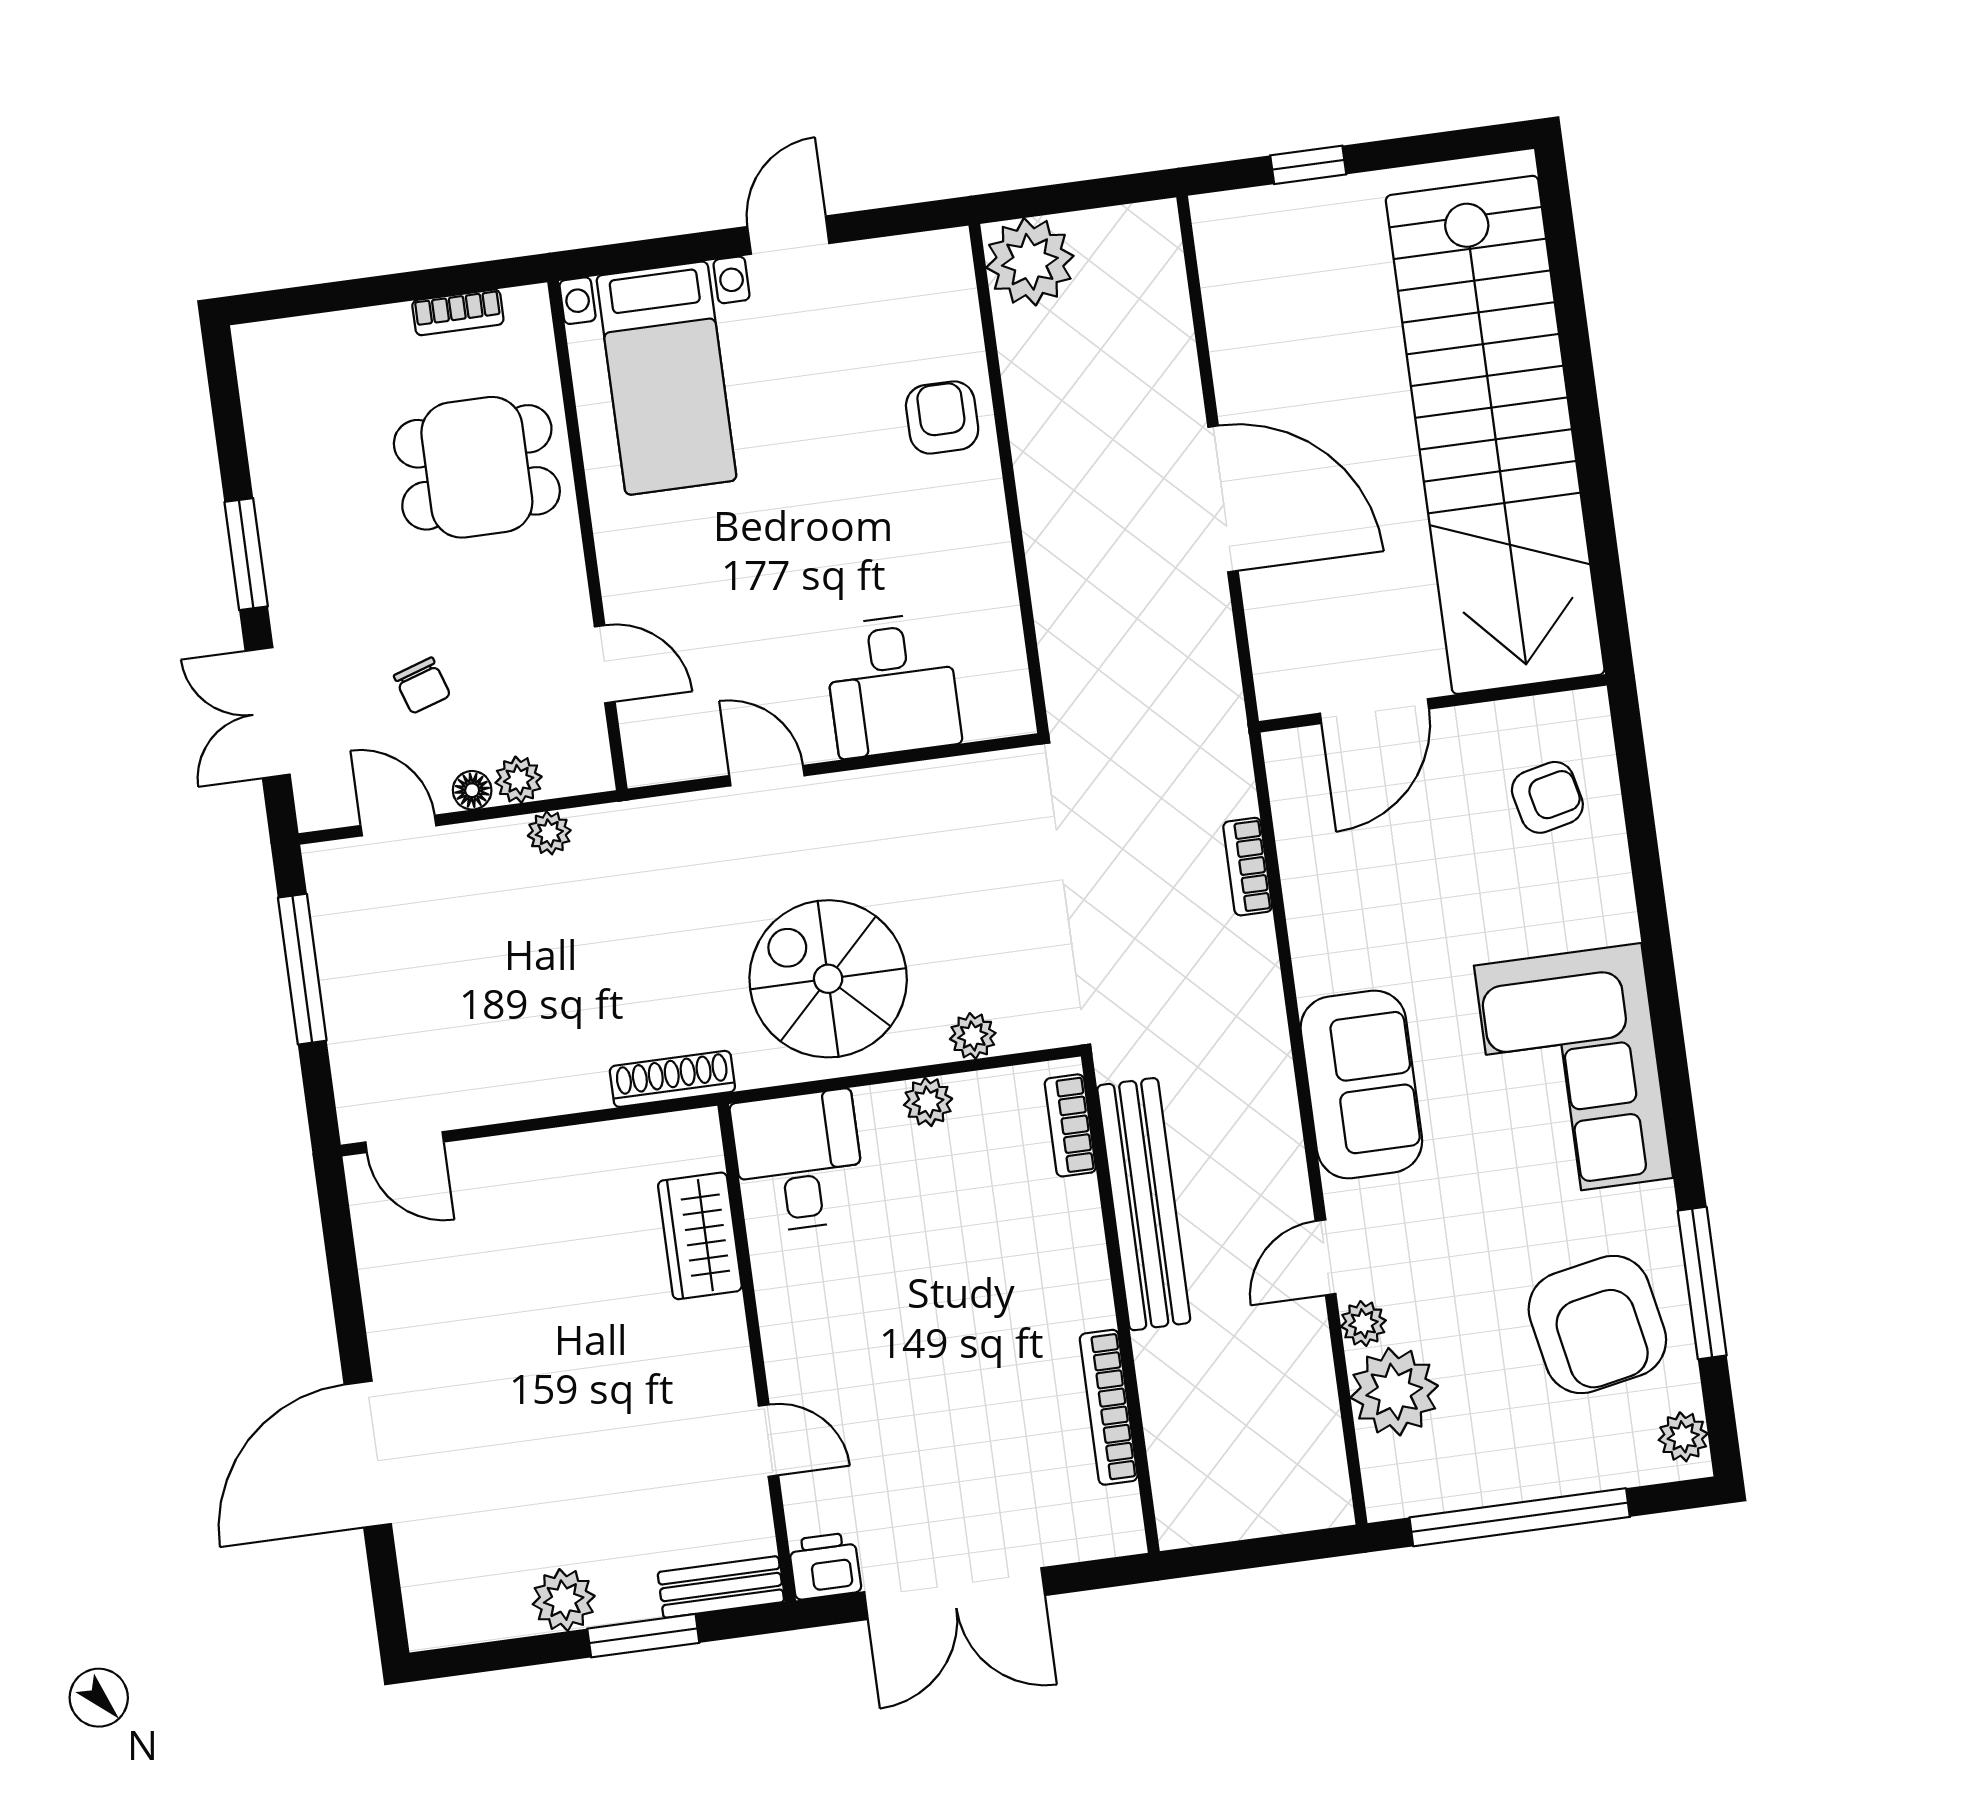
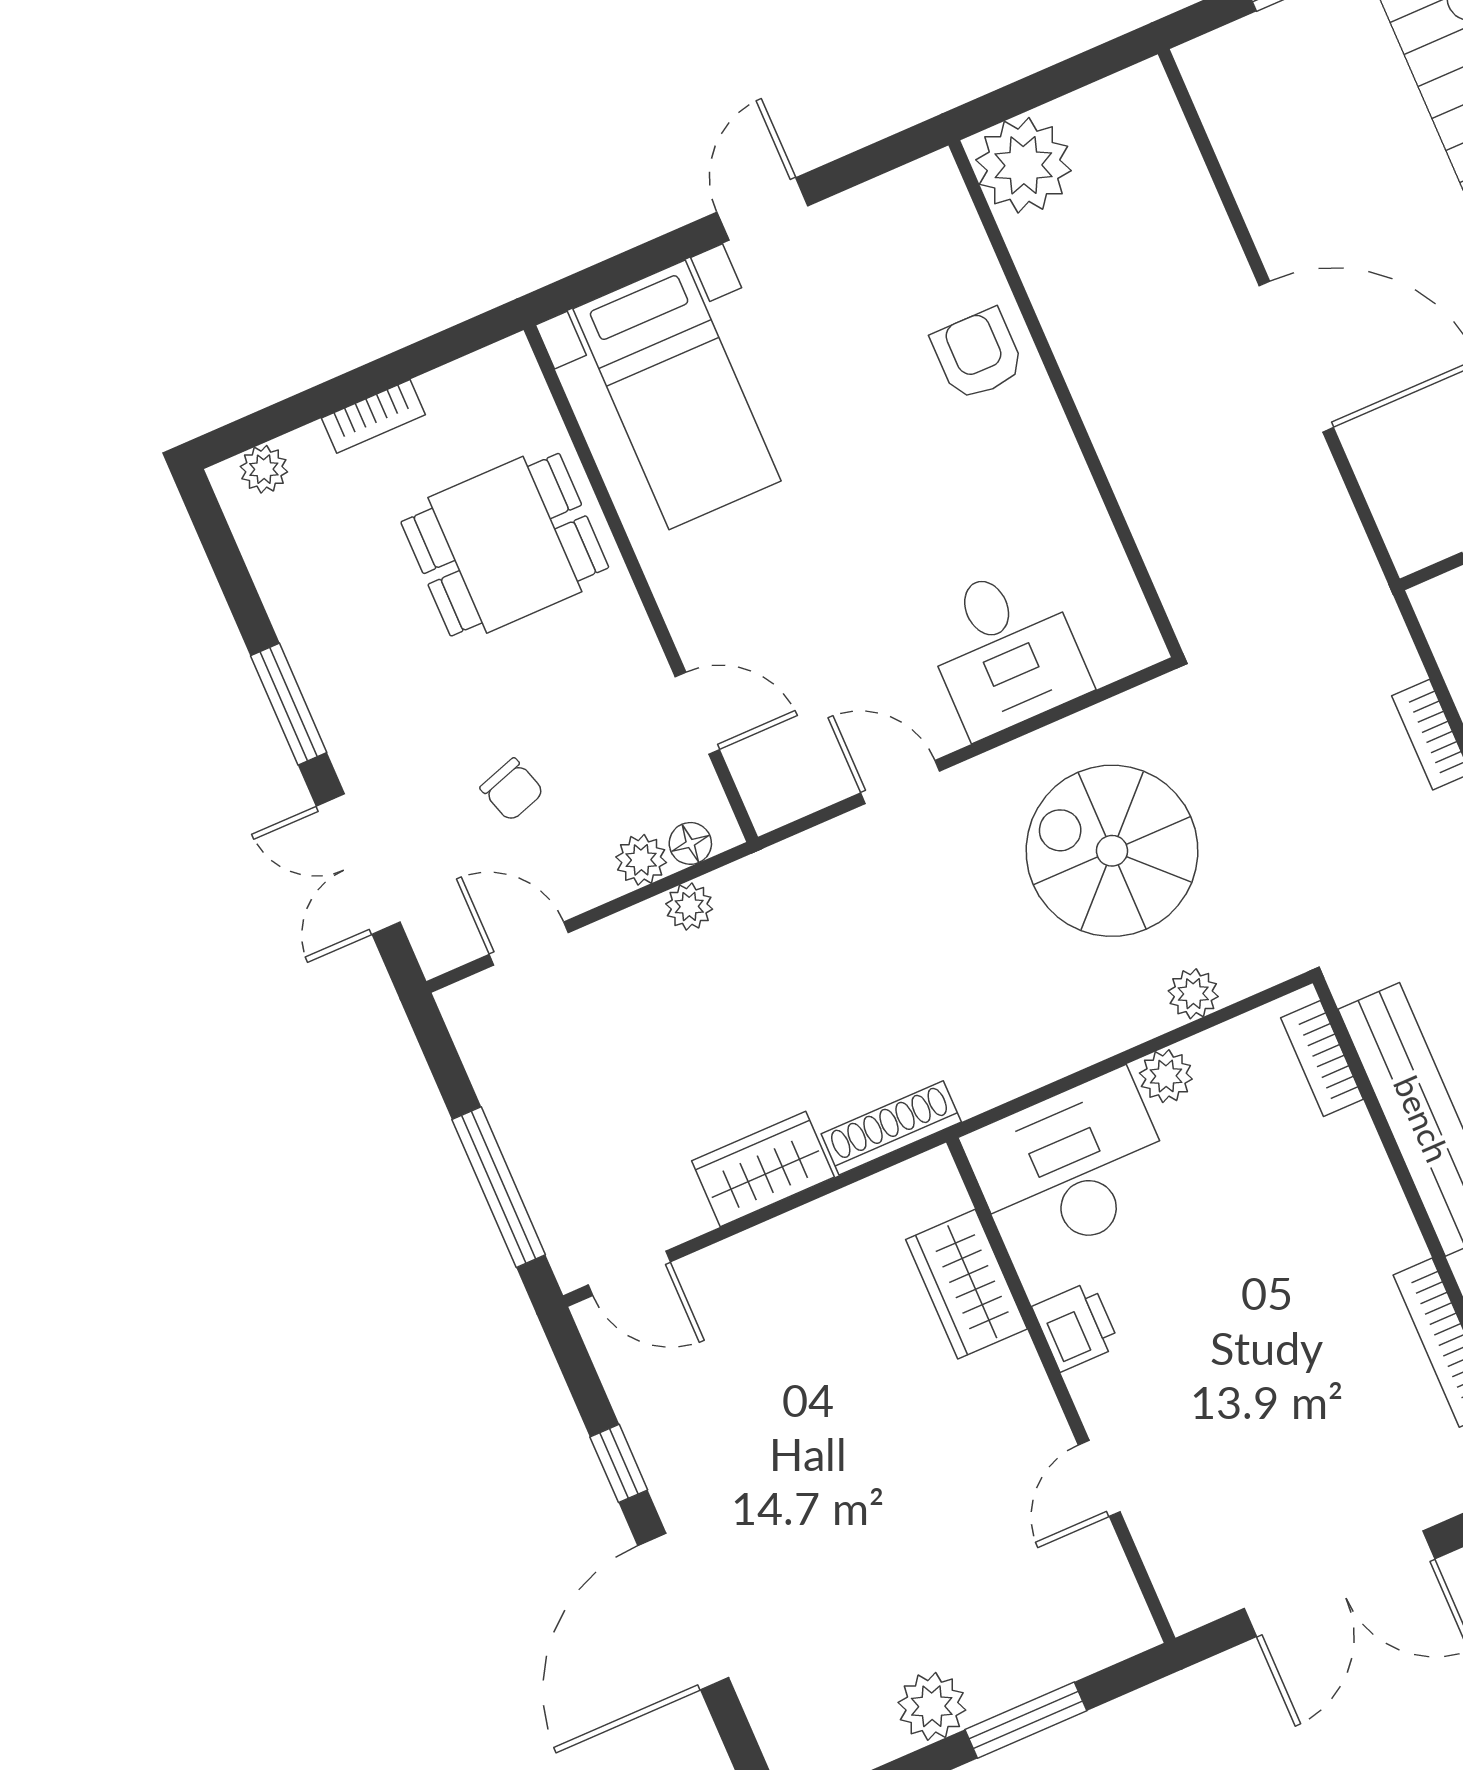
bookcase: (458, 312) -> (373, 416), moved
plant: (283, 340) -> (264, 469), added
floor lamp: (472, 790) -> (690, 843), moved
window: (302, 969) -> (499, 1187), moved
spiral stairs: (828, 979) -> (1112, 851), moved
wardrobe: (549, 1083) -> (763, 1169), added
desk: (799, 1161) -> (1071, 1167), width x1.37
window: (348, 1307) -> (619, 1463), added
door: (769, 1441) -> (1099, 1478), swing flipped
printer: (825, 1566) -> (1076, 1326), moved, turned 90
bench: (721, 1587) -> (1093, 1646), removed

